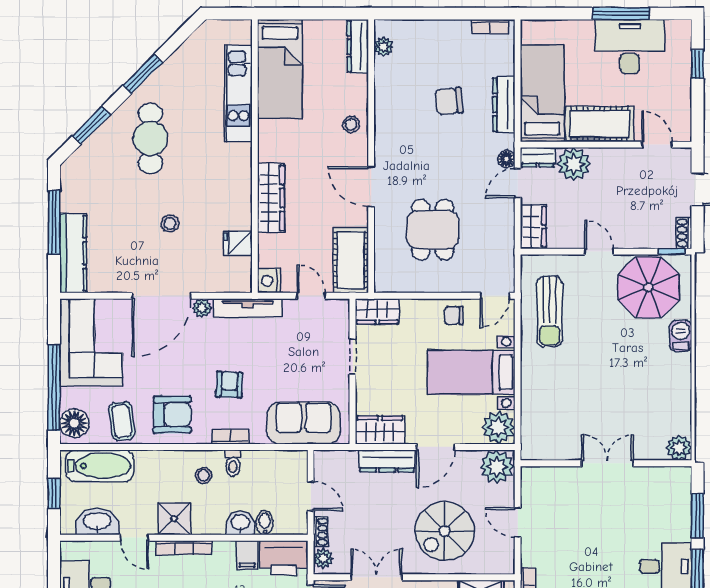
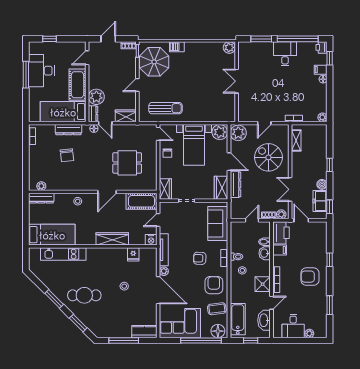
kitchen counter: (73, 253) -> (144, 332), width x0.67
spiral stairs: (445, 531) -> (268, 157), turned 180

